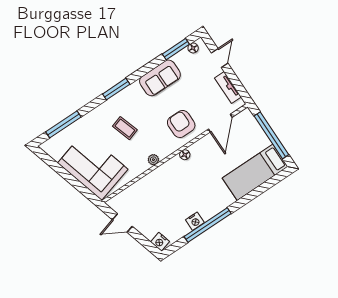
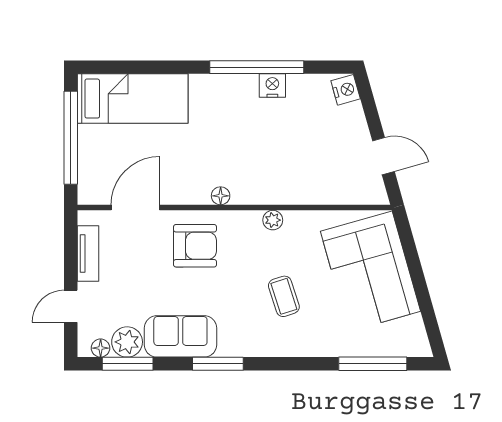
plant: (183, 59) -> (127, 342), added
window: (116, 89) -> (218, 364), moved
armchair: (181, 124) -> (195, 246), turned -90

